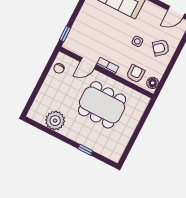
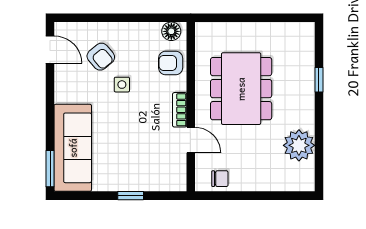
window: (65, 34) -> (131, 196), moved
armchair: (161, 48) -> (101, 57), moved

